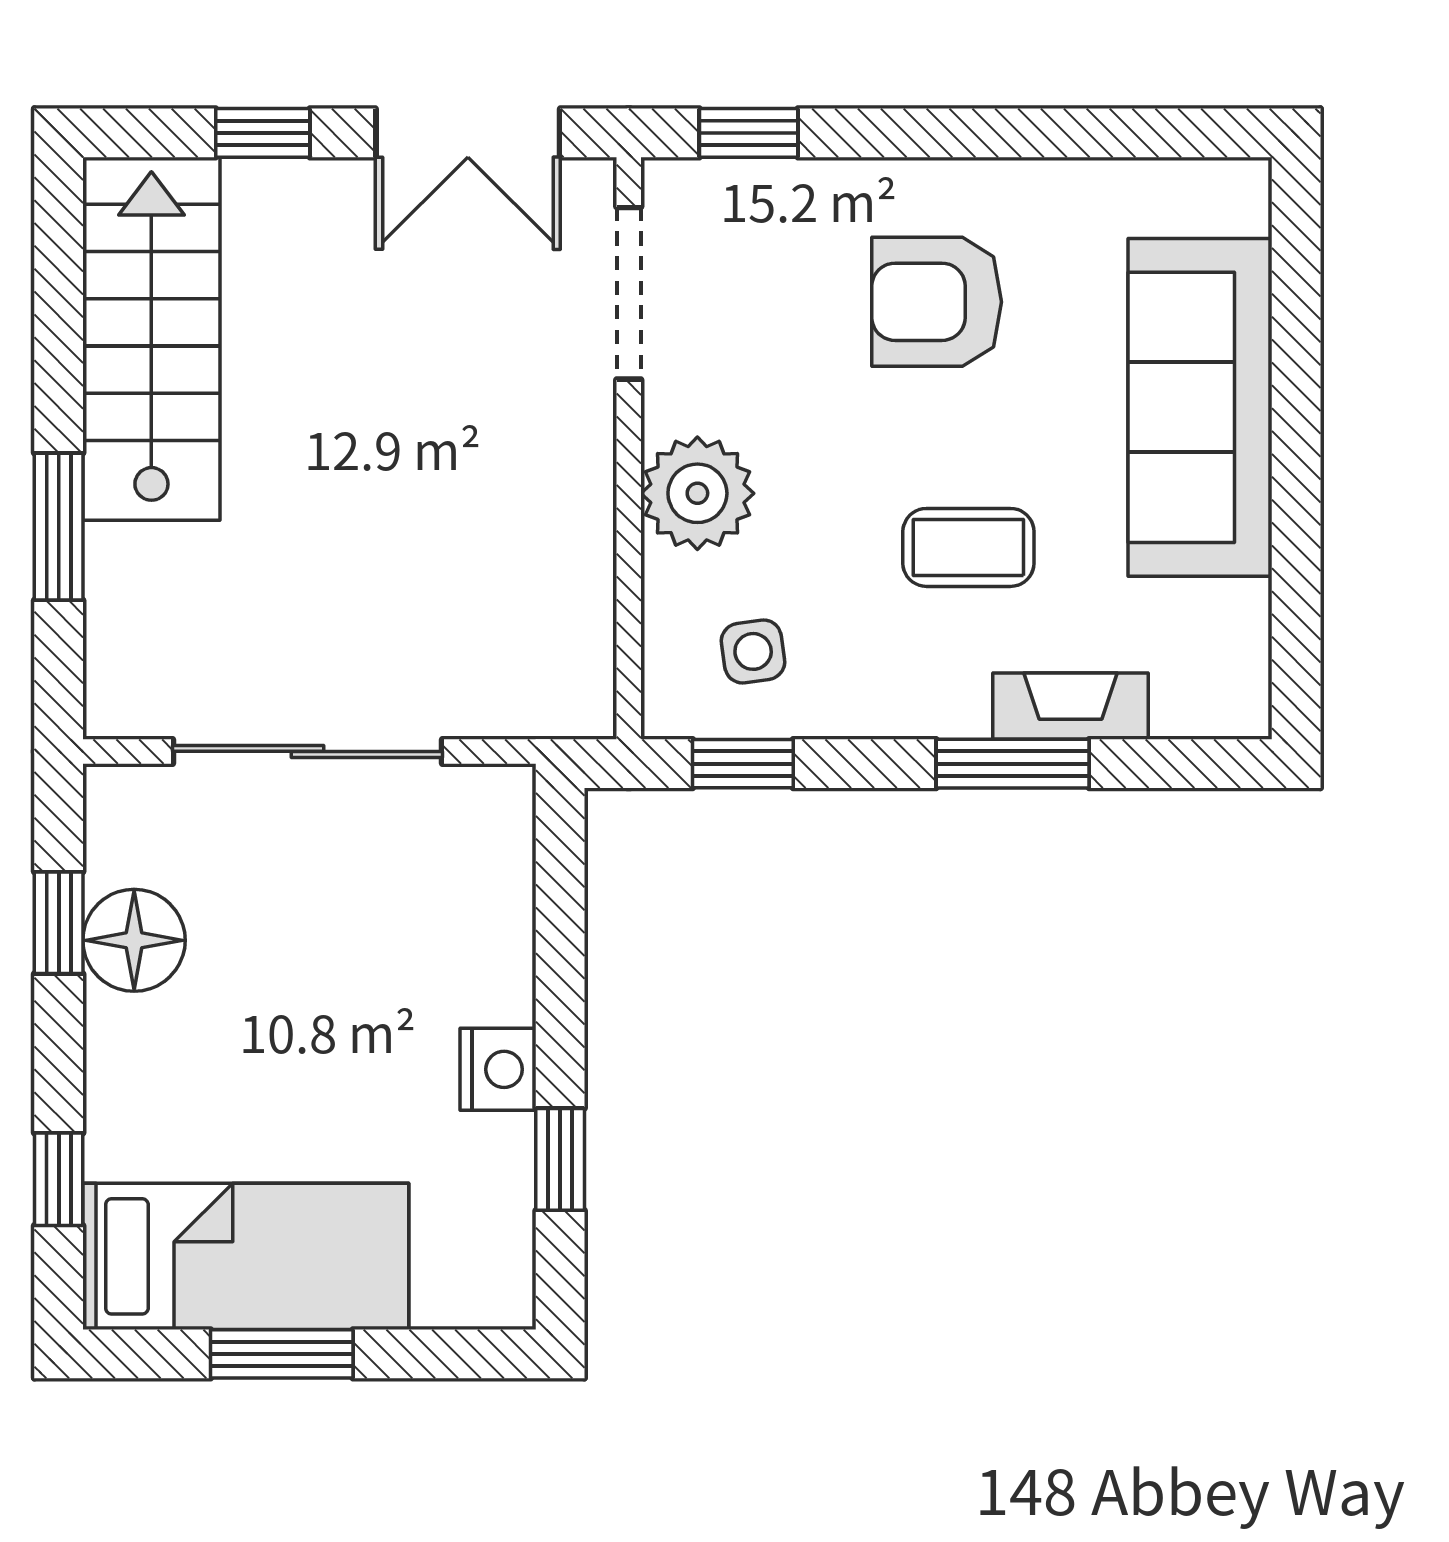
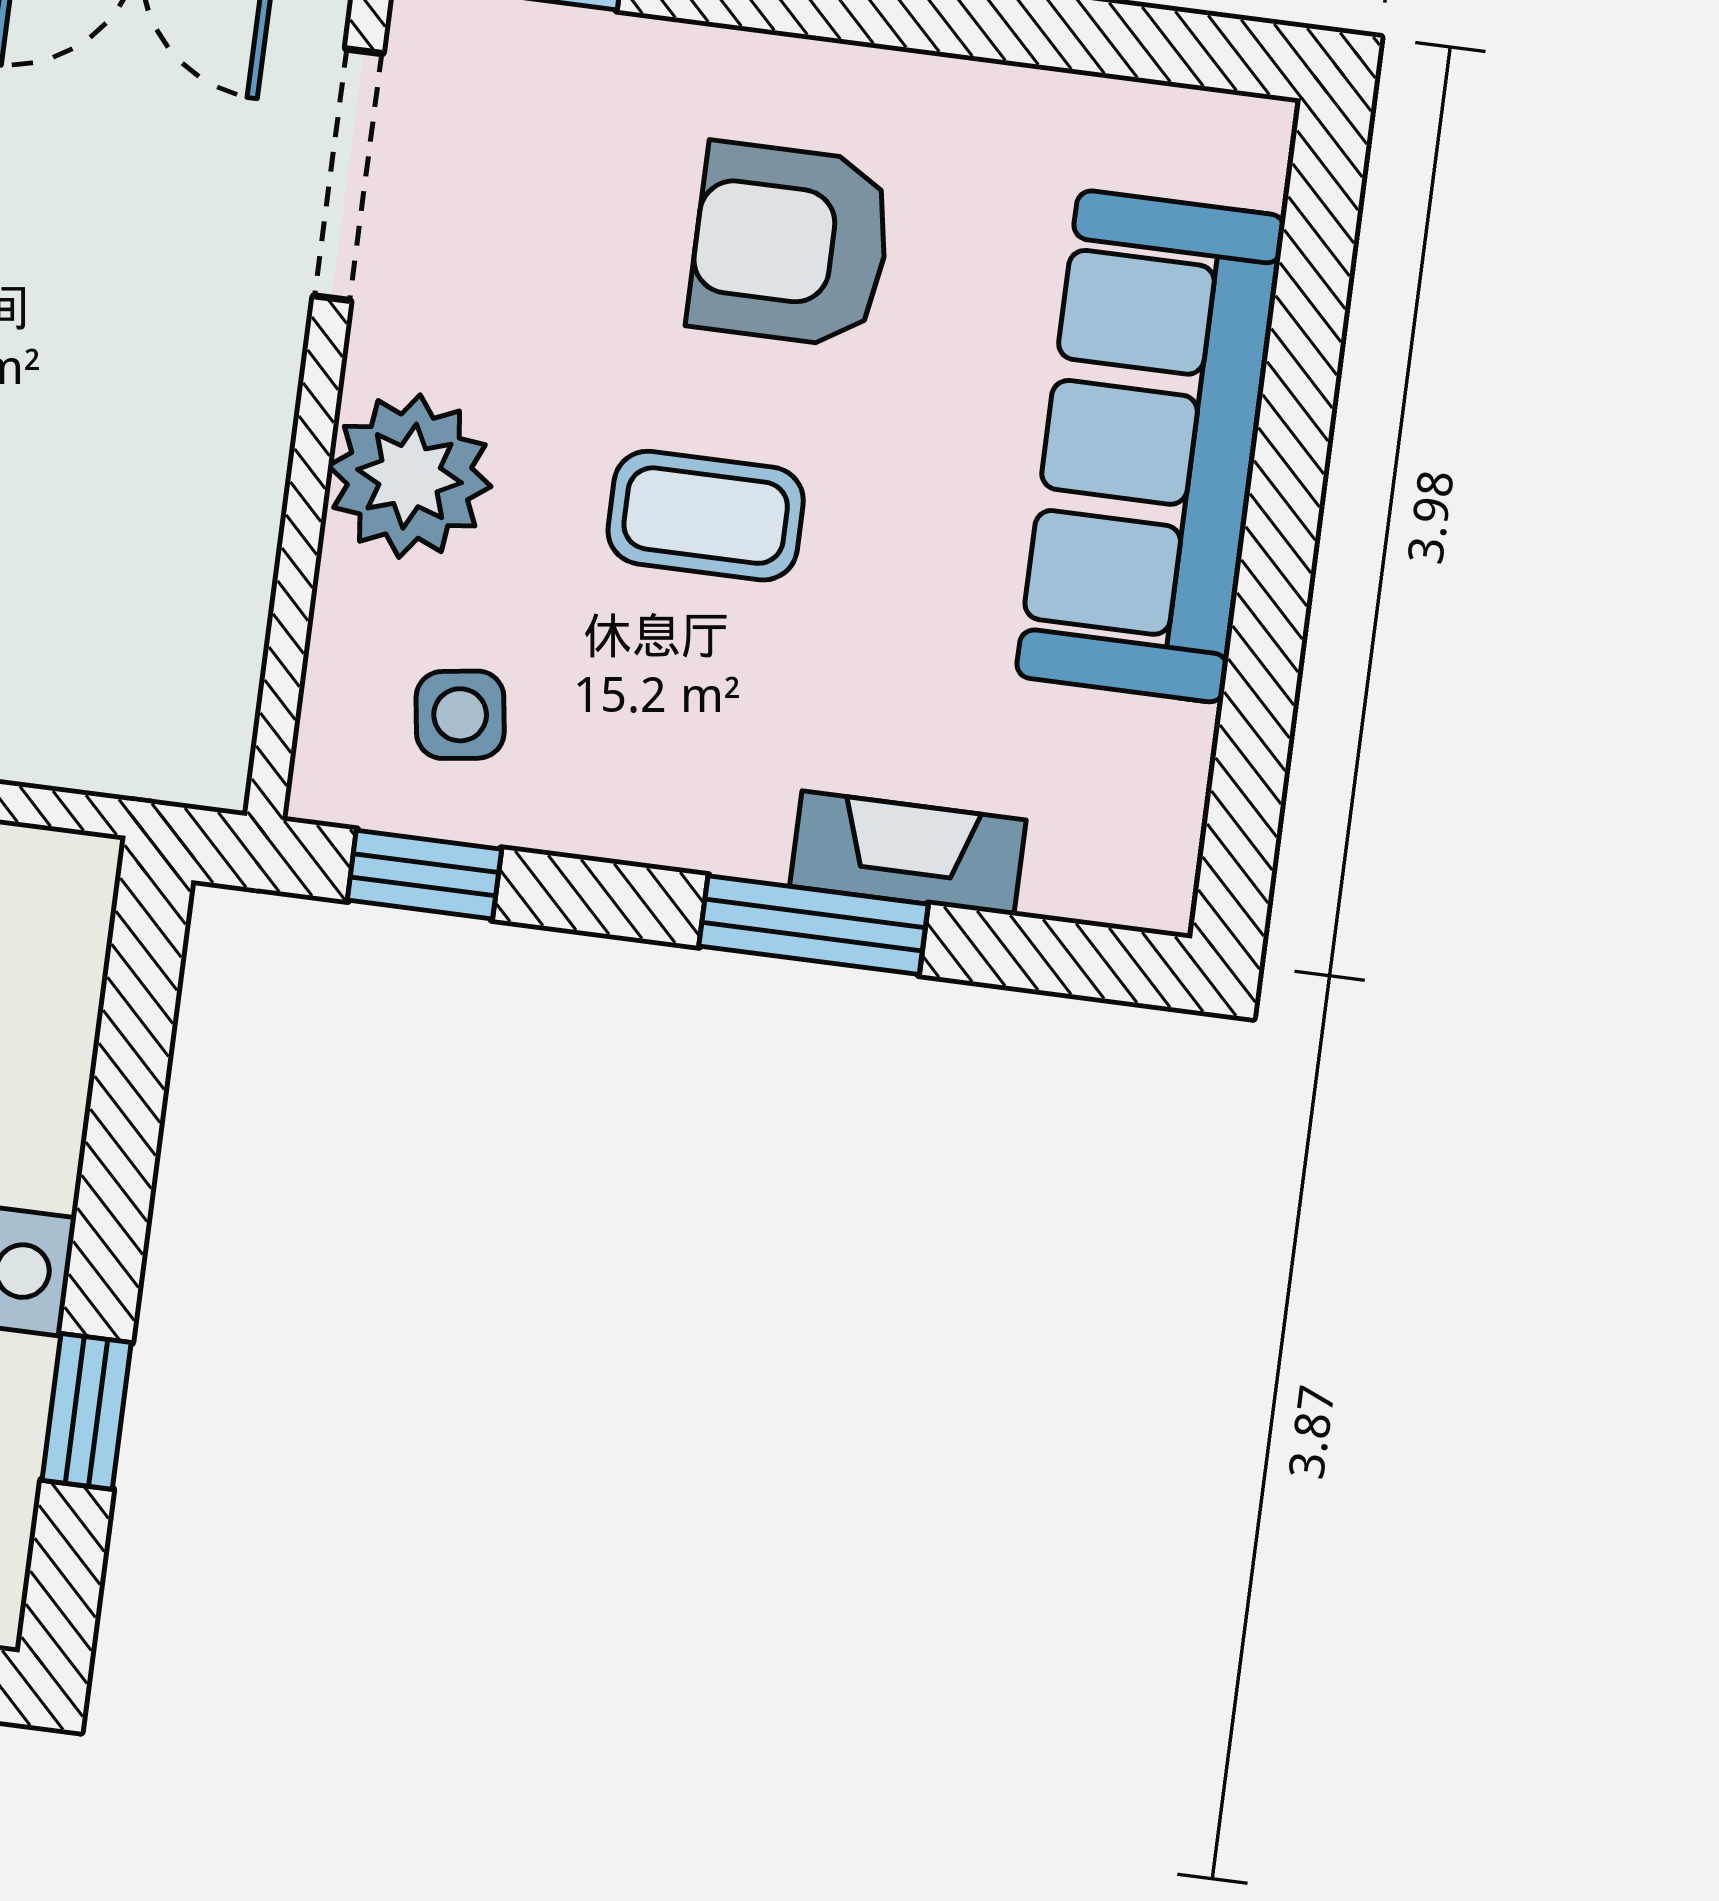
coffee table: (968, 547) -> (706, 516), moved

